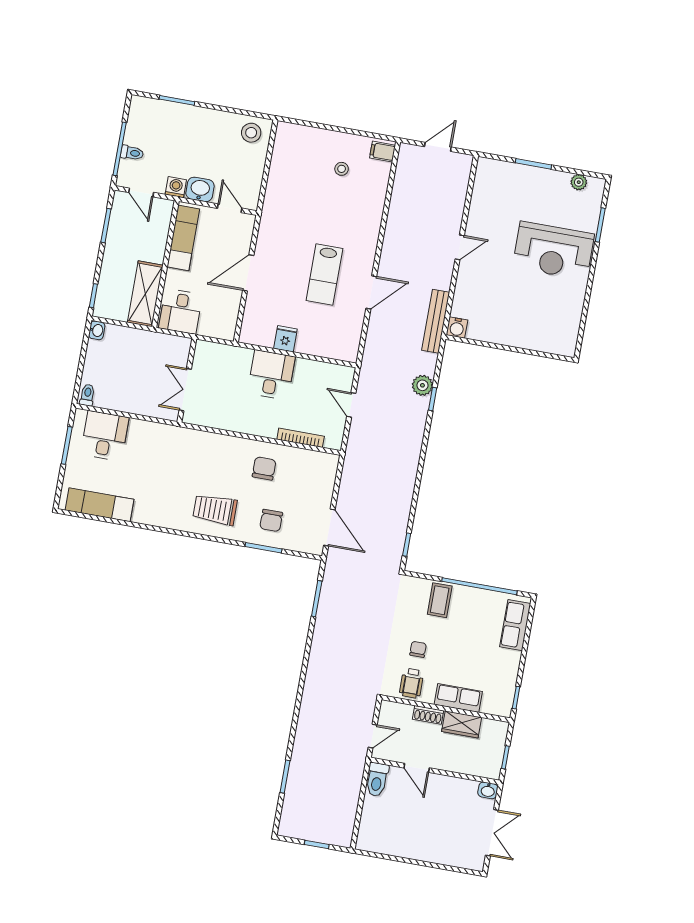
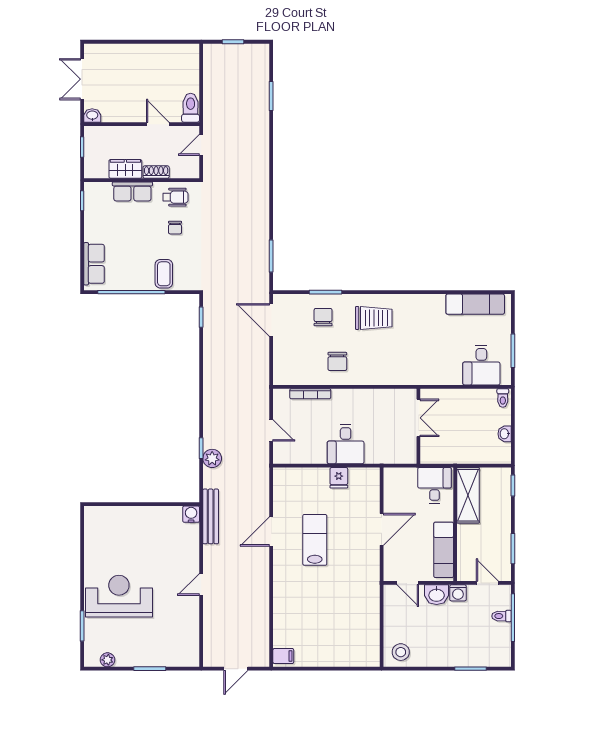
stool: (342, 169) -> (316, 635), removed
washbasin: (97, 330) -> (505, 434), moved
wheelchair: (412, 683) -> (175, 197), turned 90

